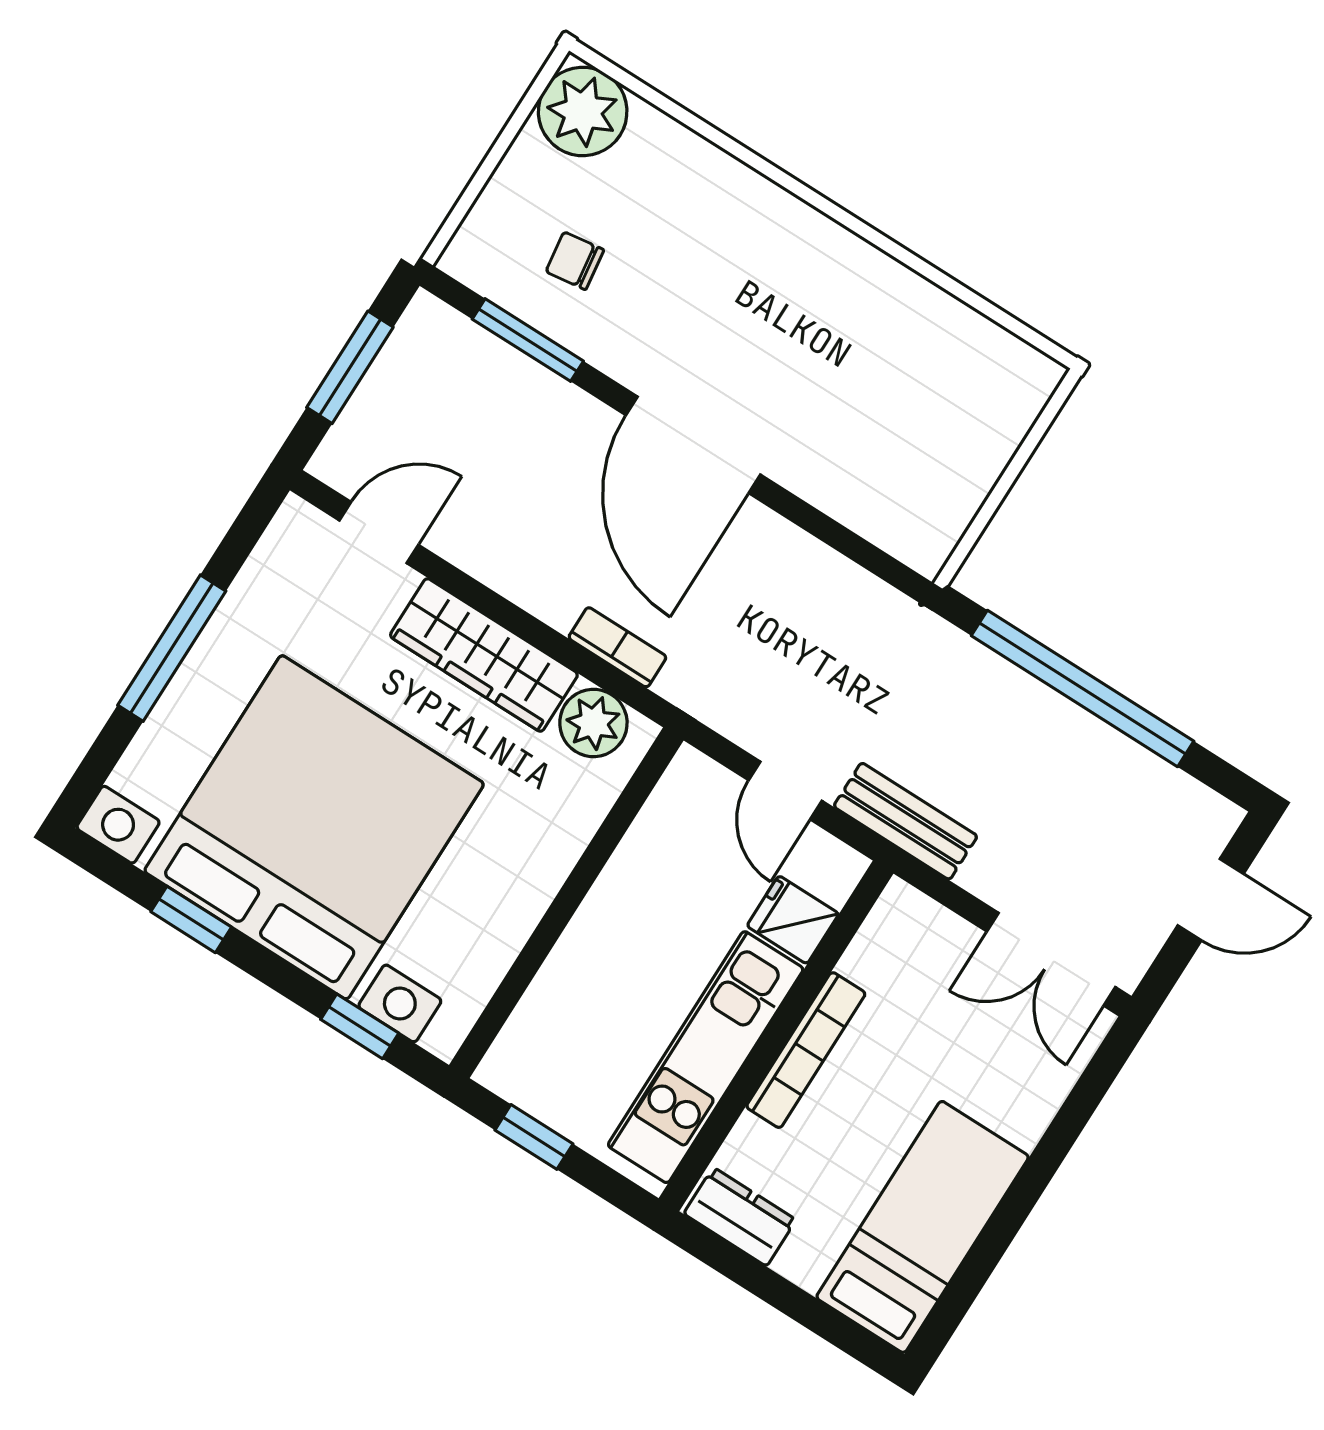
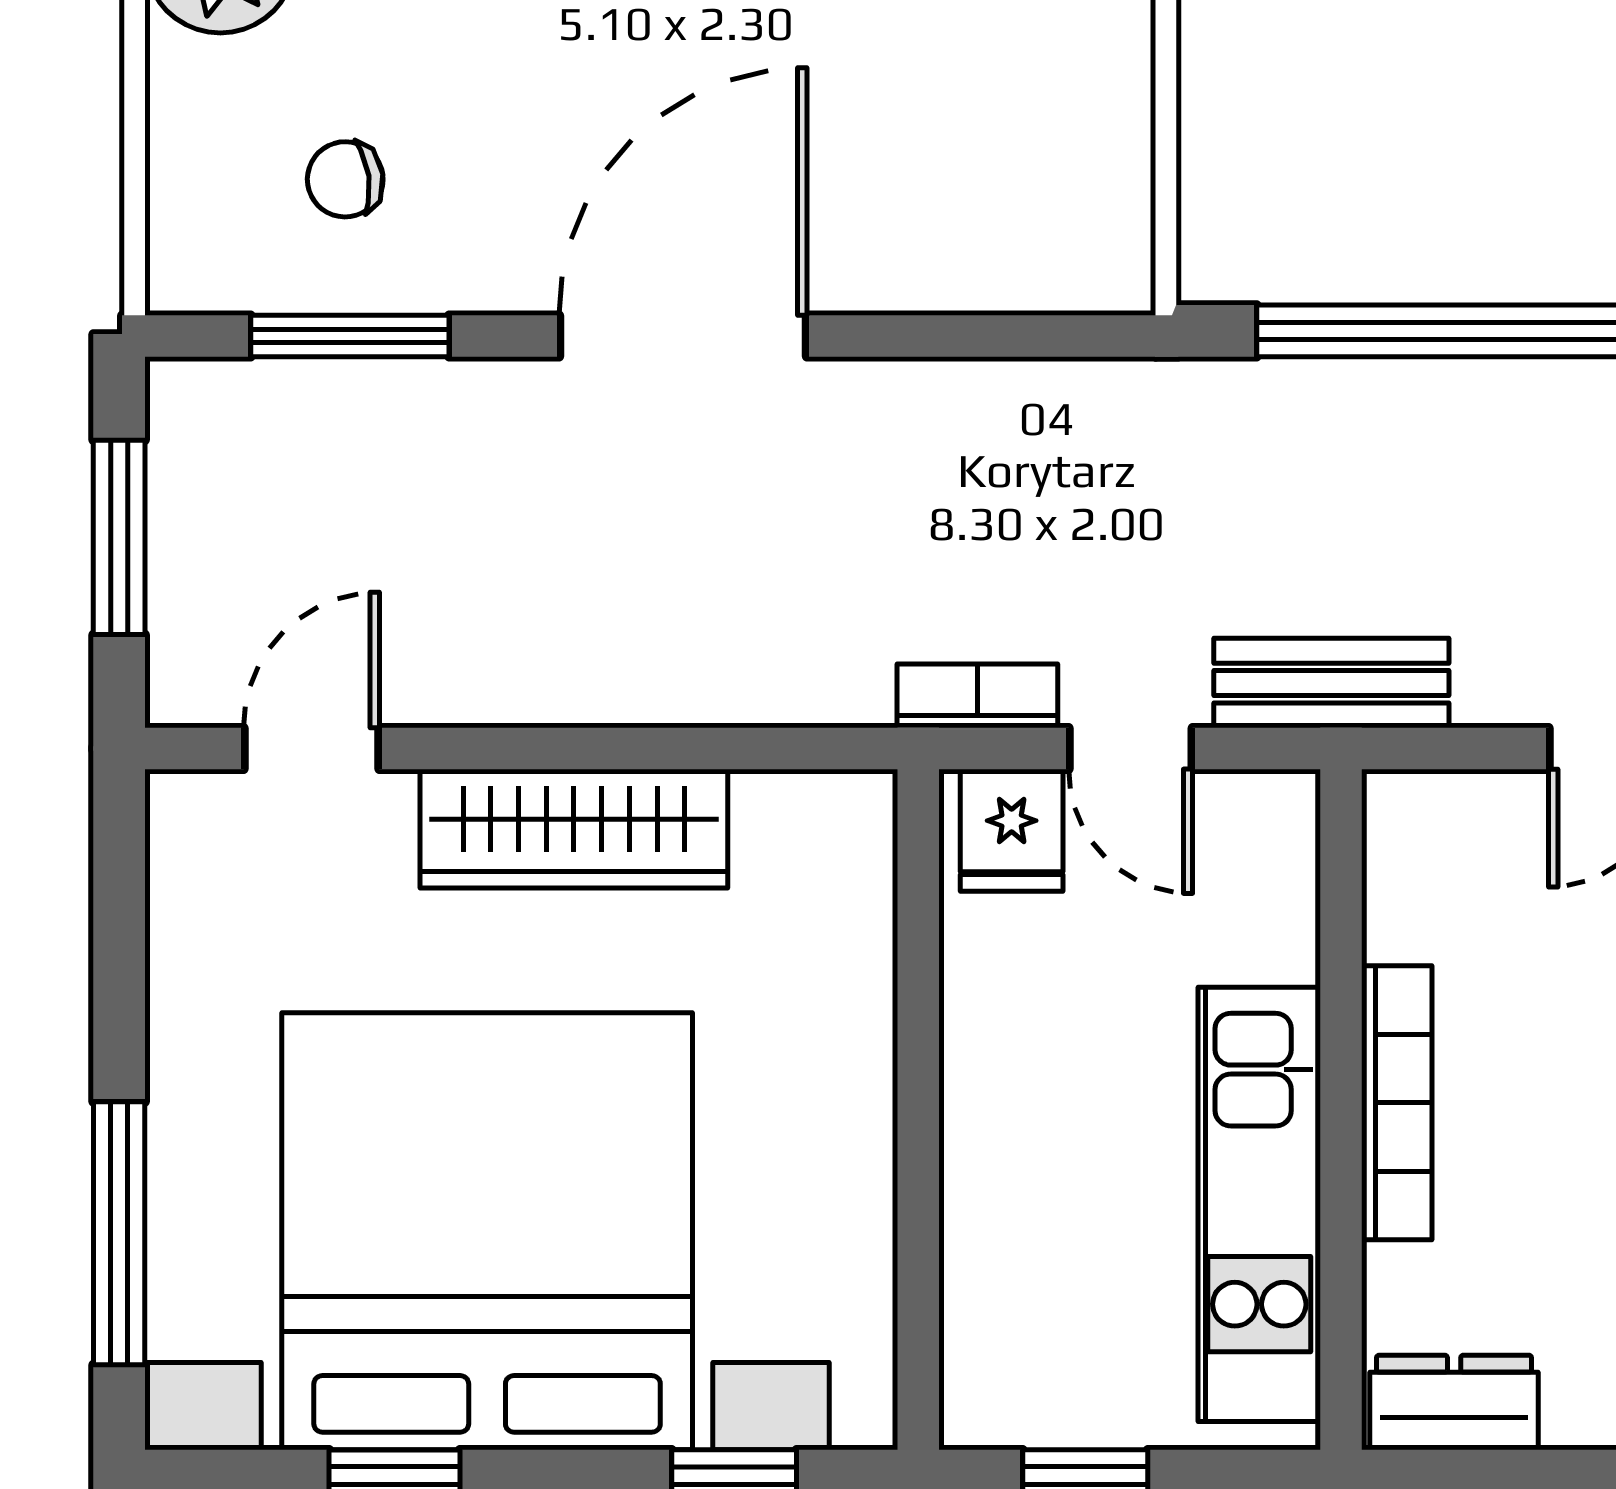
door: (693, 445) -> (683, 336), swing flipped
bookcase: (617, 647) -> (977, 696), moved
window: (172, 648) -> (119, 1233), moved
plant: (593, 723) -> (793, 827), removed
fridge: (793, 920) -> (1012, 830), moved, turned -90

